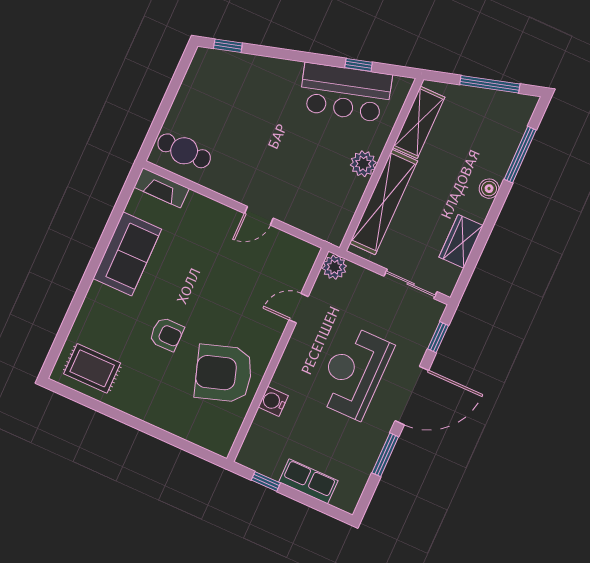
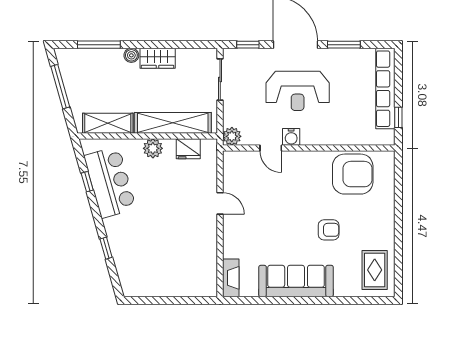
window: (228, 46) -> (106, 248), moved
cafe table: (184, 151) -> (199, 274), removed
fridge: (343, 207) -> (188, 149), added
wardrobe: (461, 241) -> (158, 58), moved
sofa: (127, 254) -> (296, 281), width x1.36
armchair: (167, 334) -> (329, 230), turned 90
armchair: (224, 373) -> (353, 174), moved, turned -72
water cooler: (273, 401) -> (291, 137), moved
row of seats: (308, 481) -> (385, 89), width x2.02

